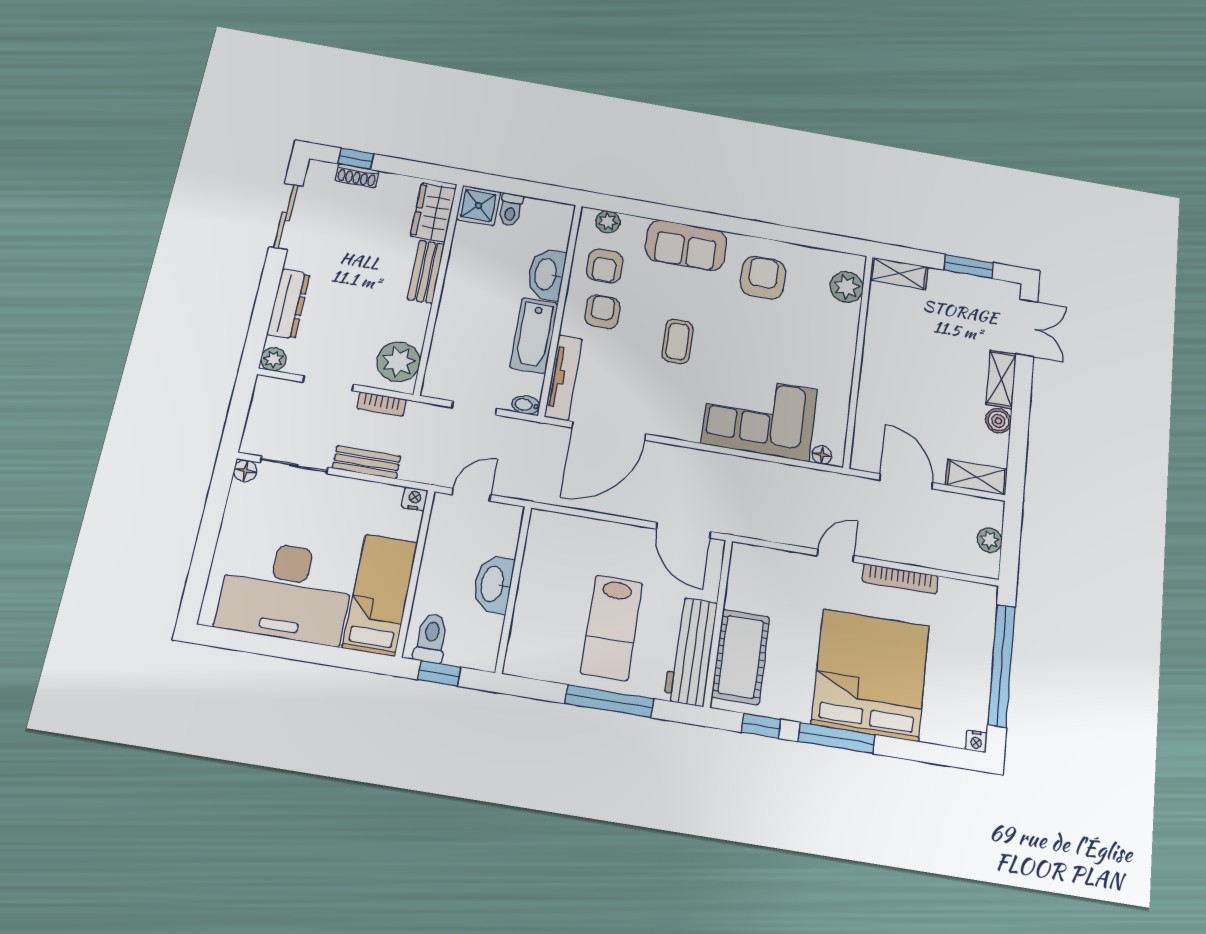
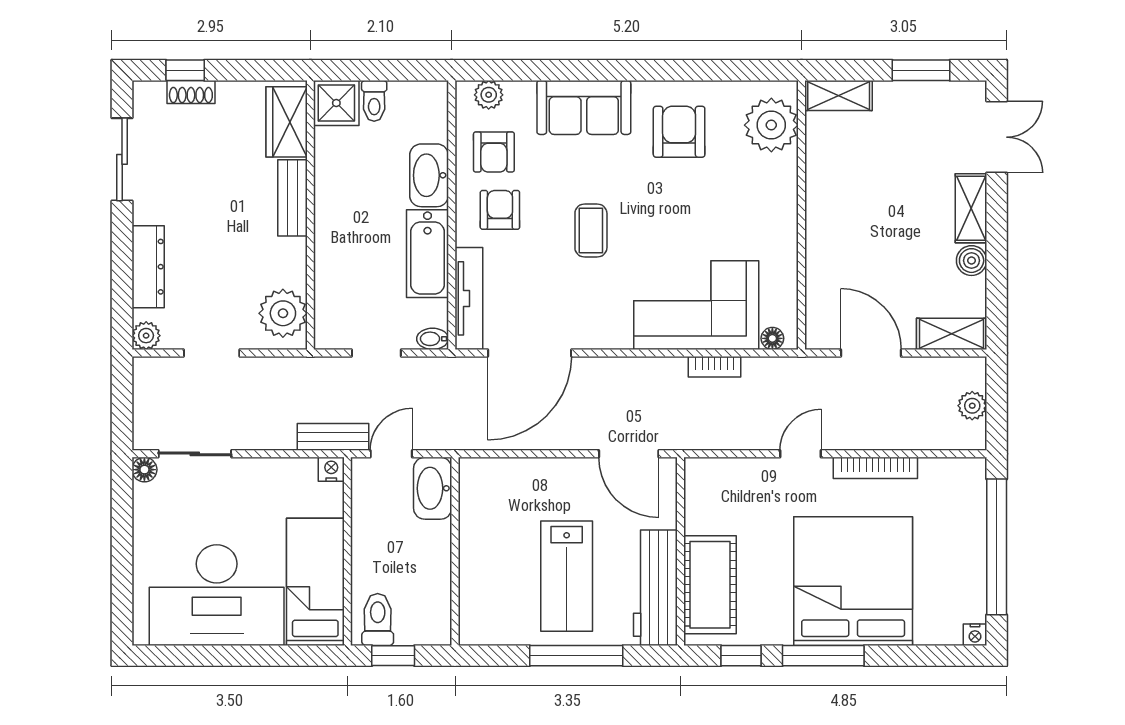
plant: (847, 287) -> (771, 125), width x1.36, depth x1.36
bookcase: (381, 404) -> (715, 367), moved
bench: (367, 462) -> (333, 437), moved
washbasin: (493, 584) -> (433, 488), moved

